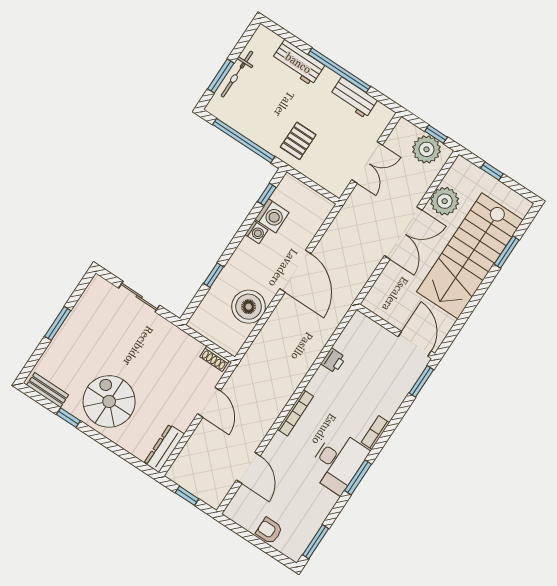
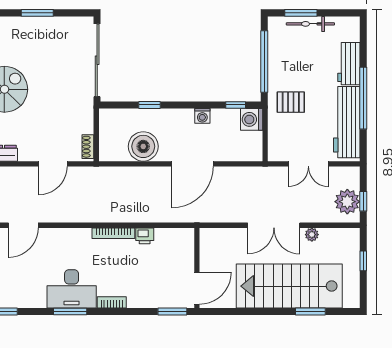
workbench: (354, 98) -> (347, 122), width x1.88, depth x1.32
plant: (445, 201) -> (312, 235), width x0.53, depth x0.53
washing machine: (272, 216) -> (252, 119), moved, turned 90
sliding door: (139, 297) -> (97, 60), width x1.86
bookcase: (295, 413) -> (113, 233), moved

